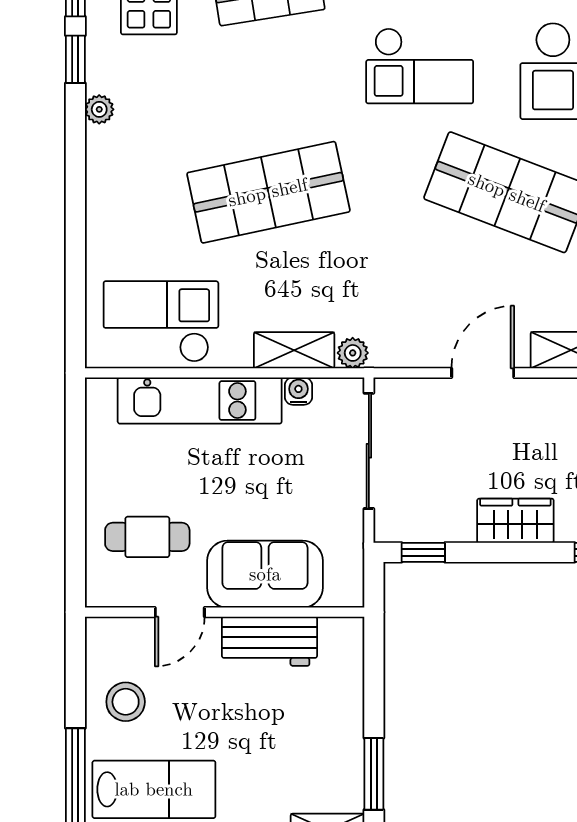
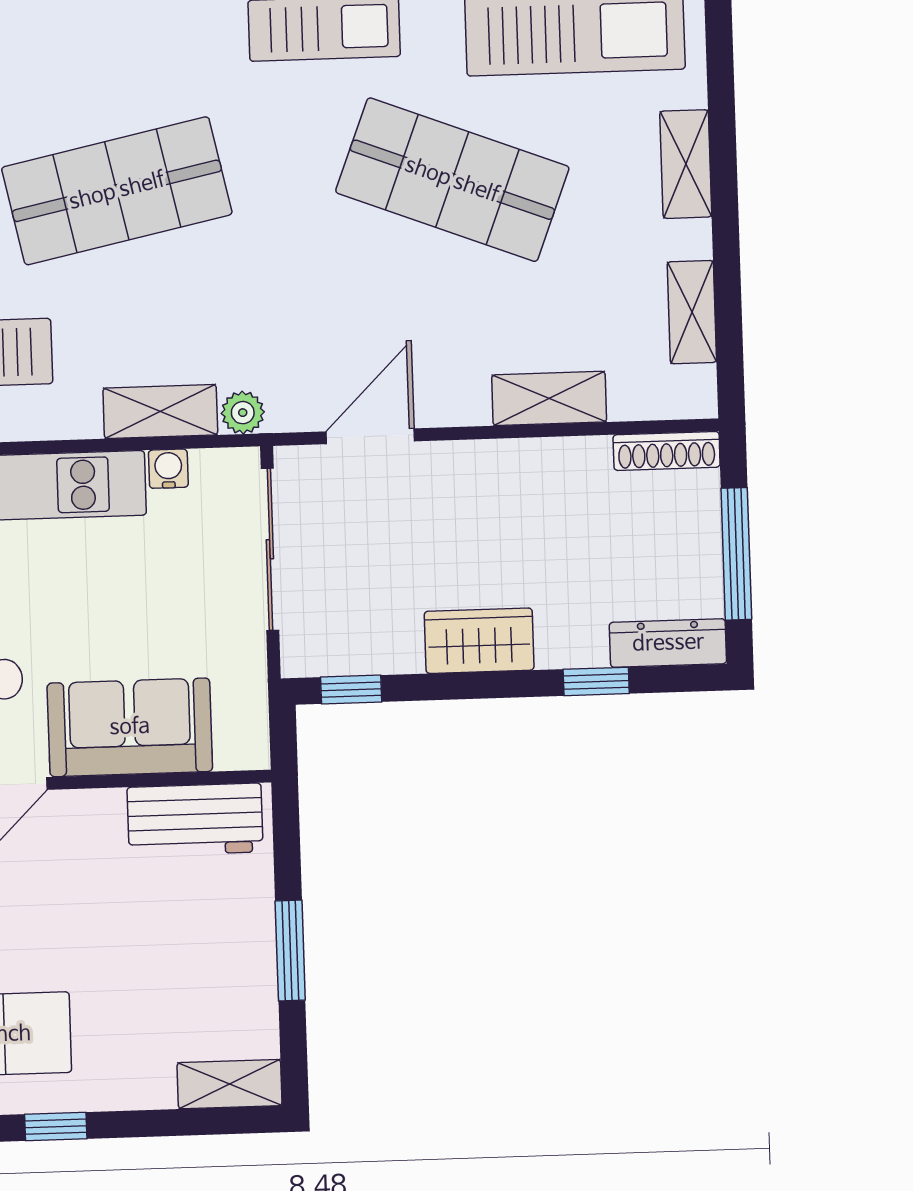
door: (483, 373) -> (370, 436), moved
workbench: (269, 641) -> (195, 820), moved
window: (374, 774) -> (290, 950), moved

